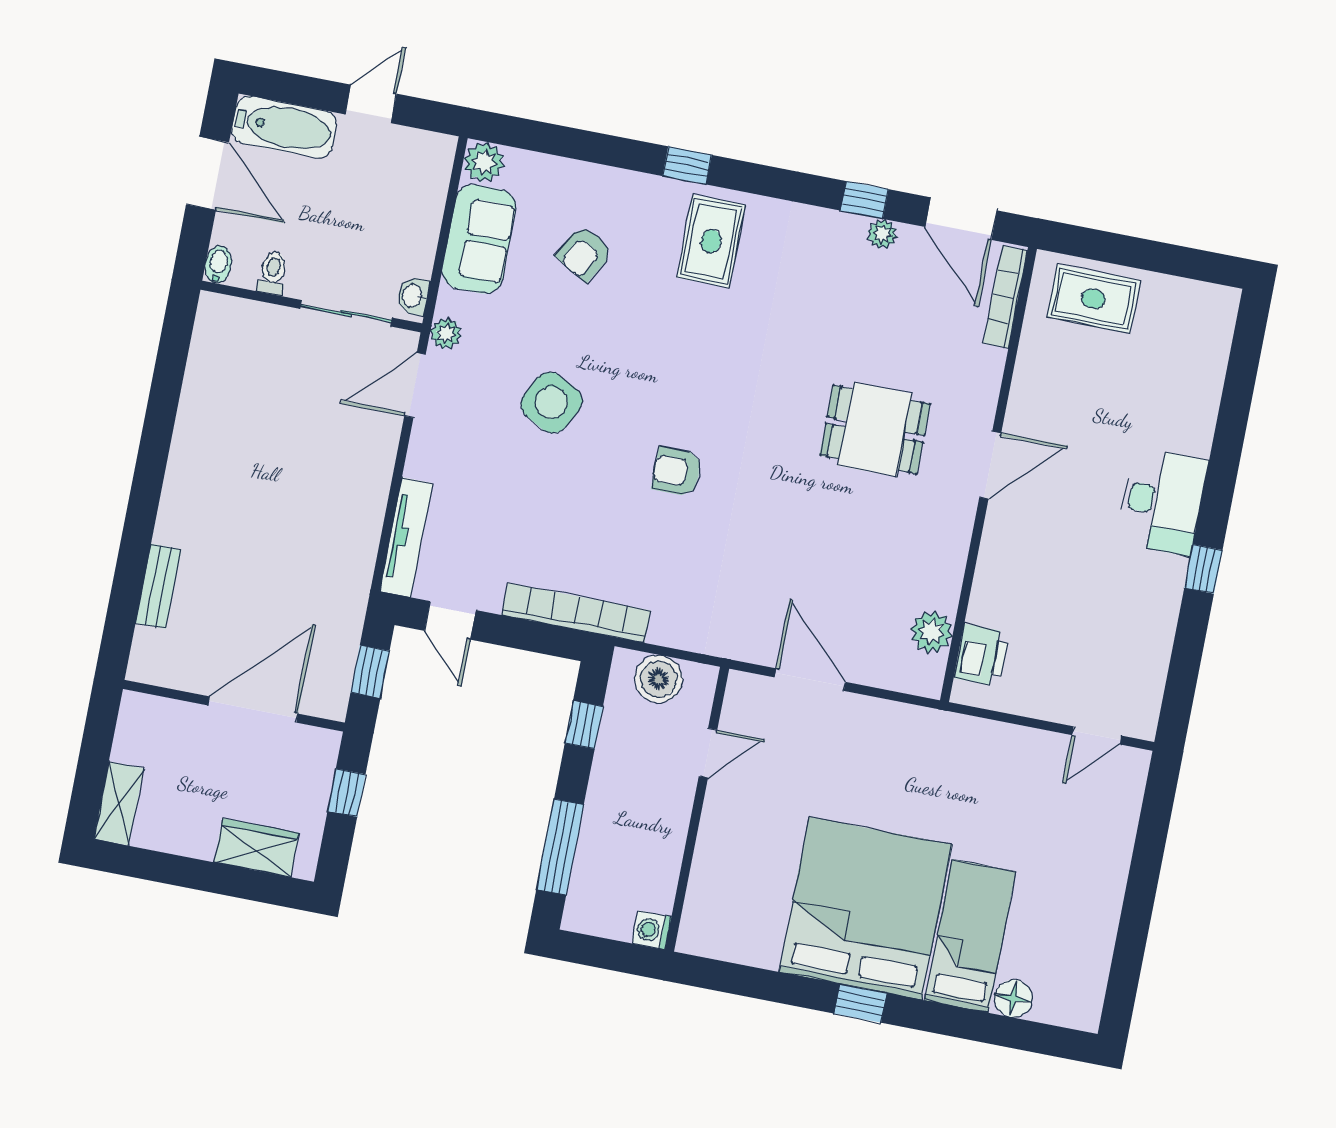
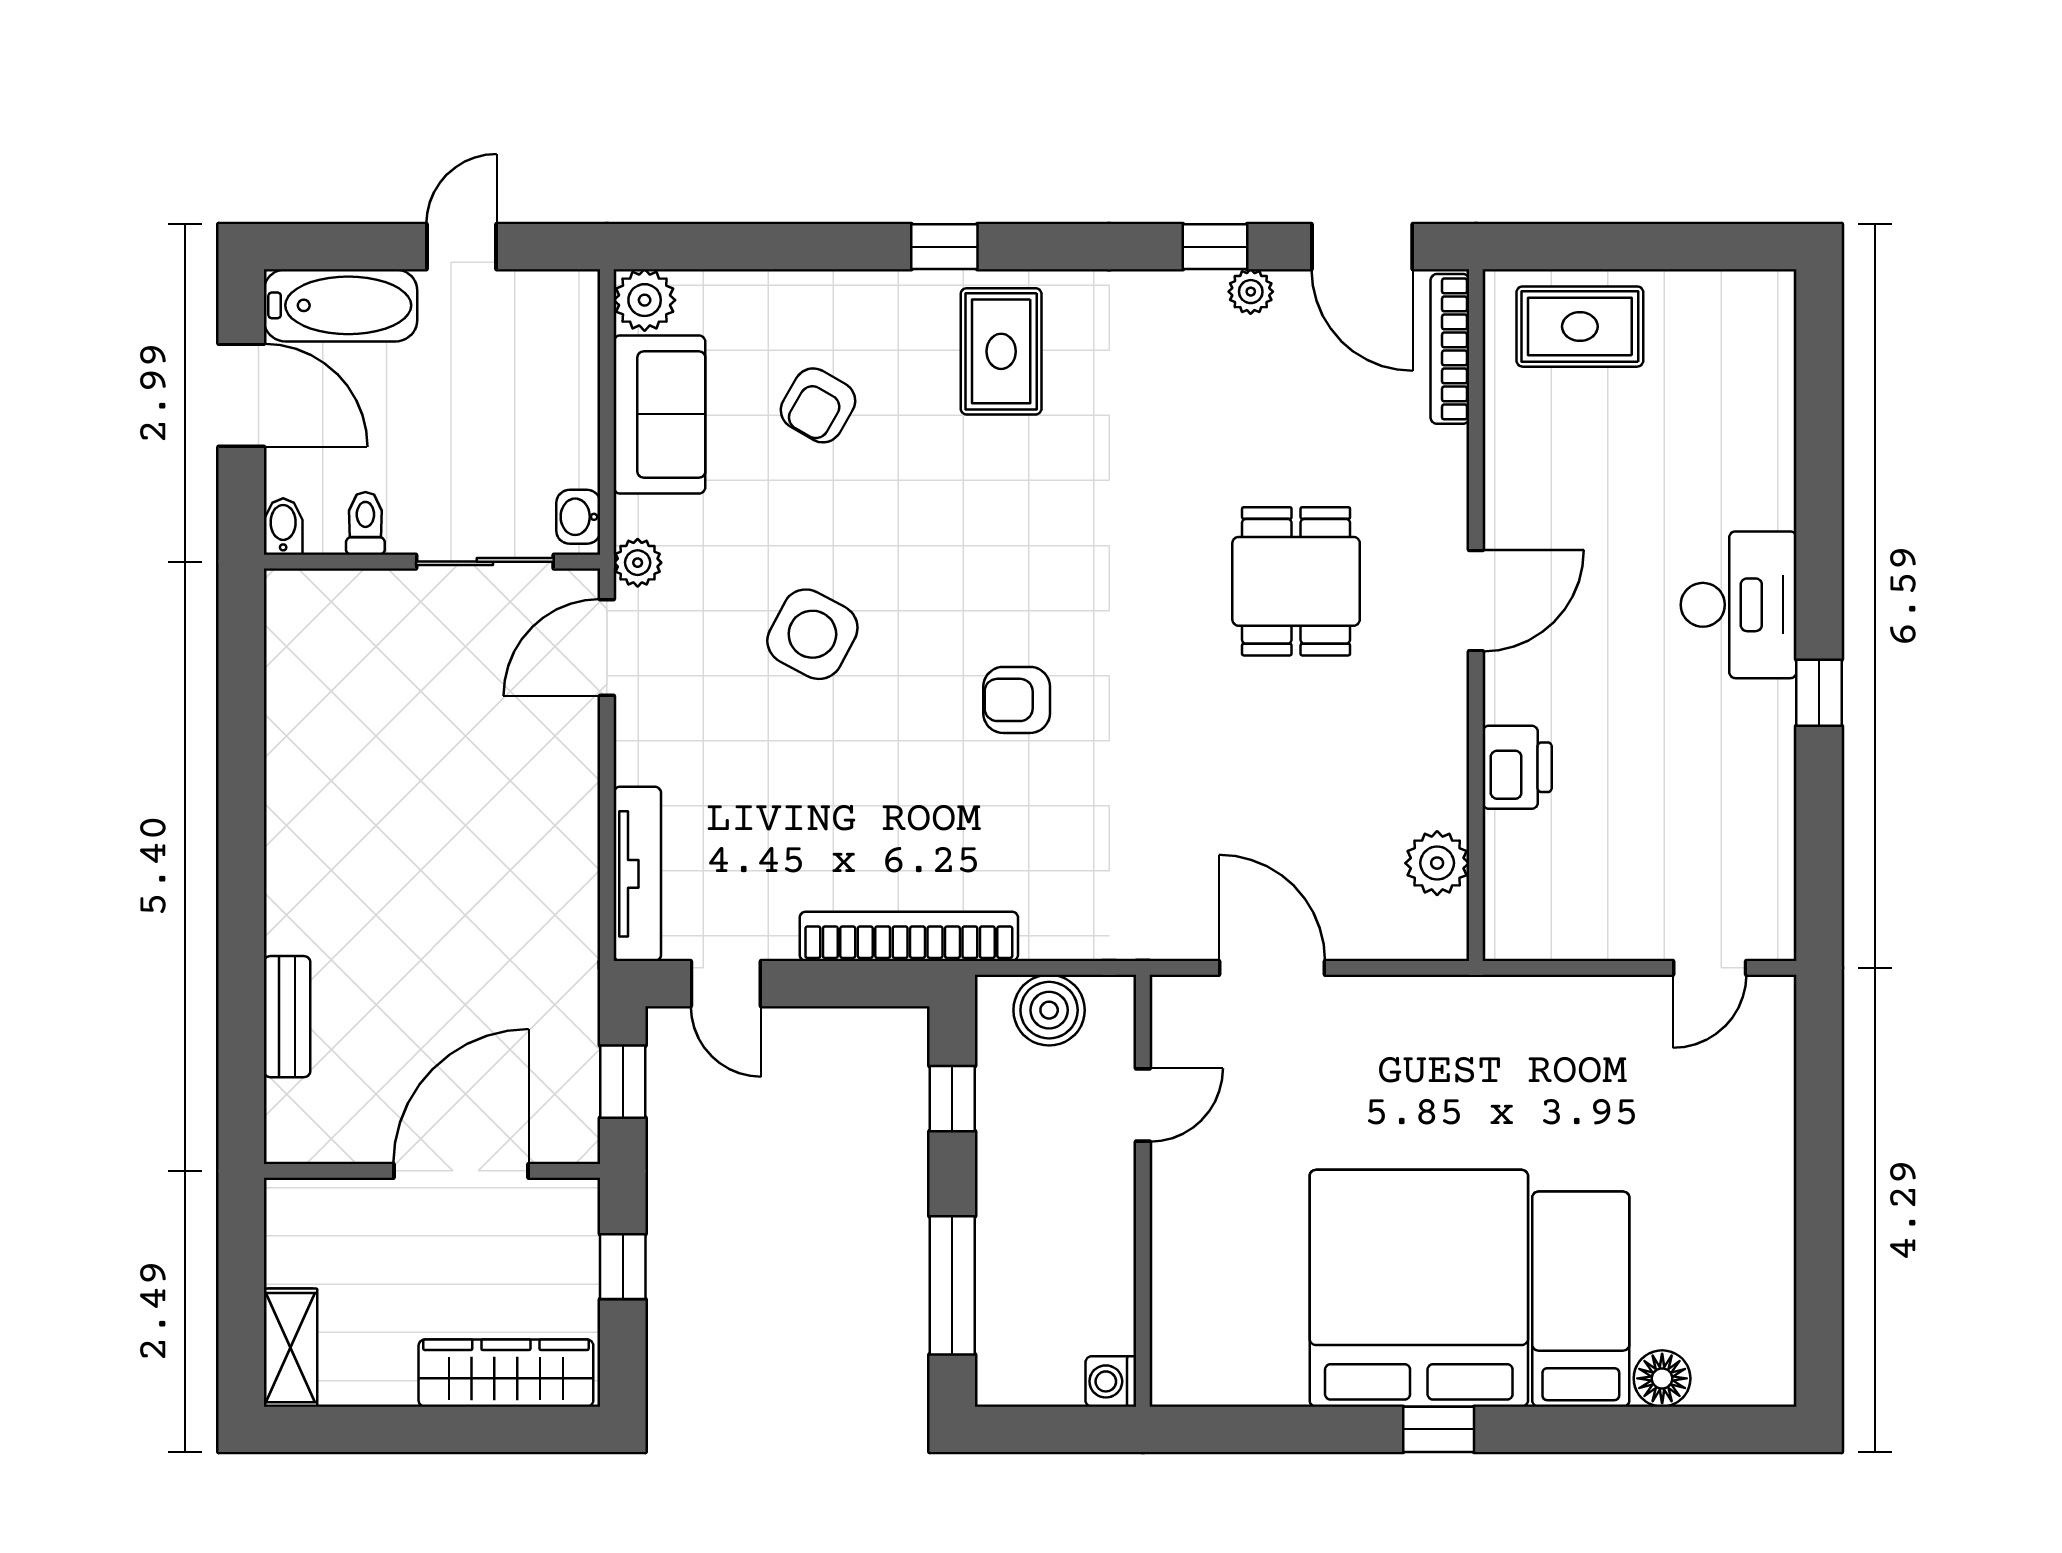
dining table: (875, 430) -> (1296, 581), turned 90
printer: (981, 655) -> (1517, 767), moved
wardrobe: (256, 848) -> (506, 1373), width x1.50

